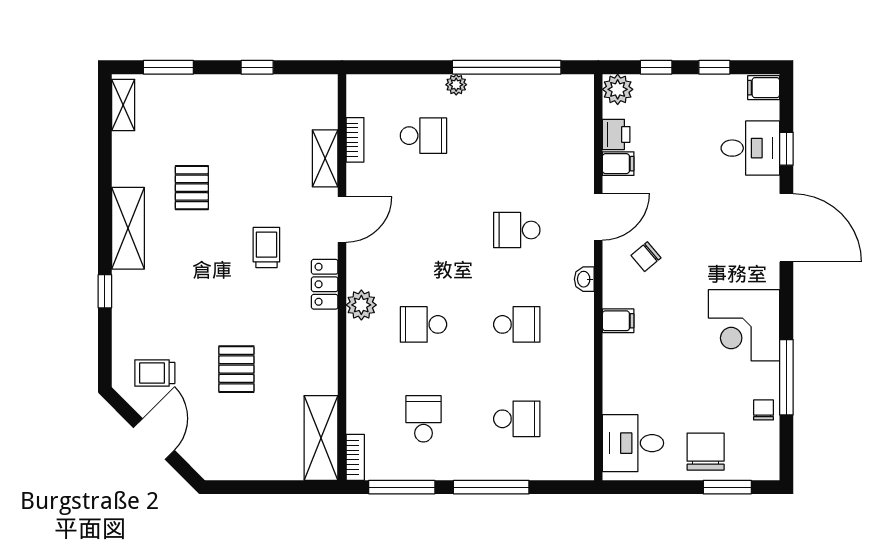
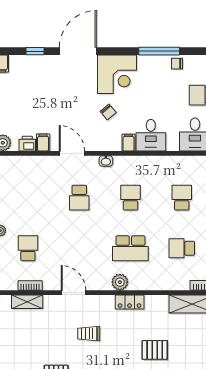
desk: (750, 148) -> (151, 135), moved, turned 180
shelving: (325, 158) -> (27, 302), moved
chair: (646, 257) -> (108, 112), moved
locker: (325, 284) -> (130, 302), moved
school desk: (423, 324) -> (130, 248), width x1.85
corner desk: (744, 325) -> (117, 74), moved

